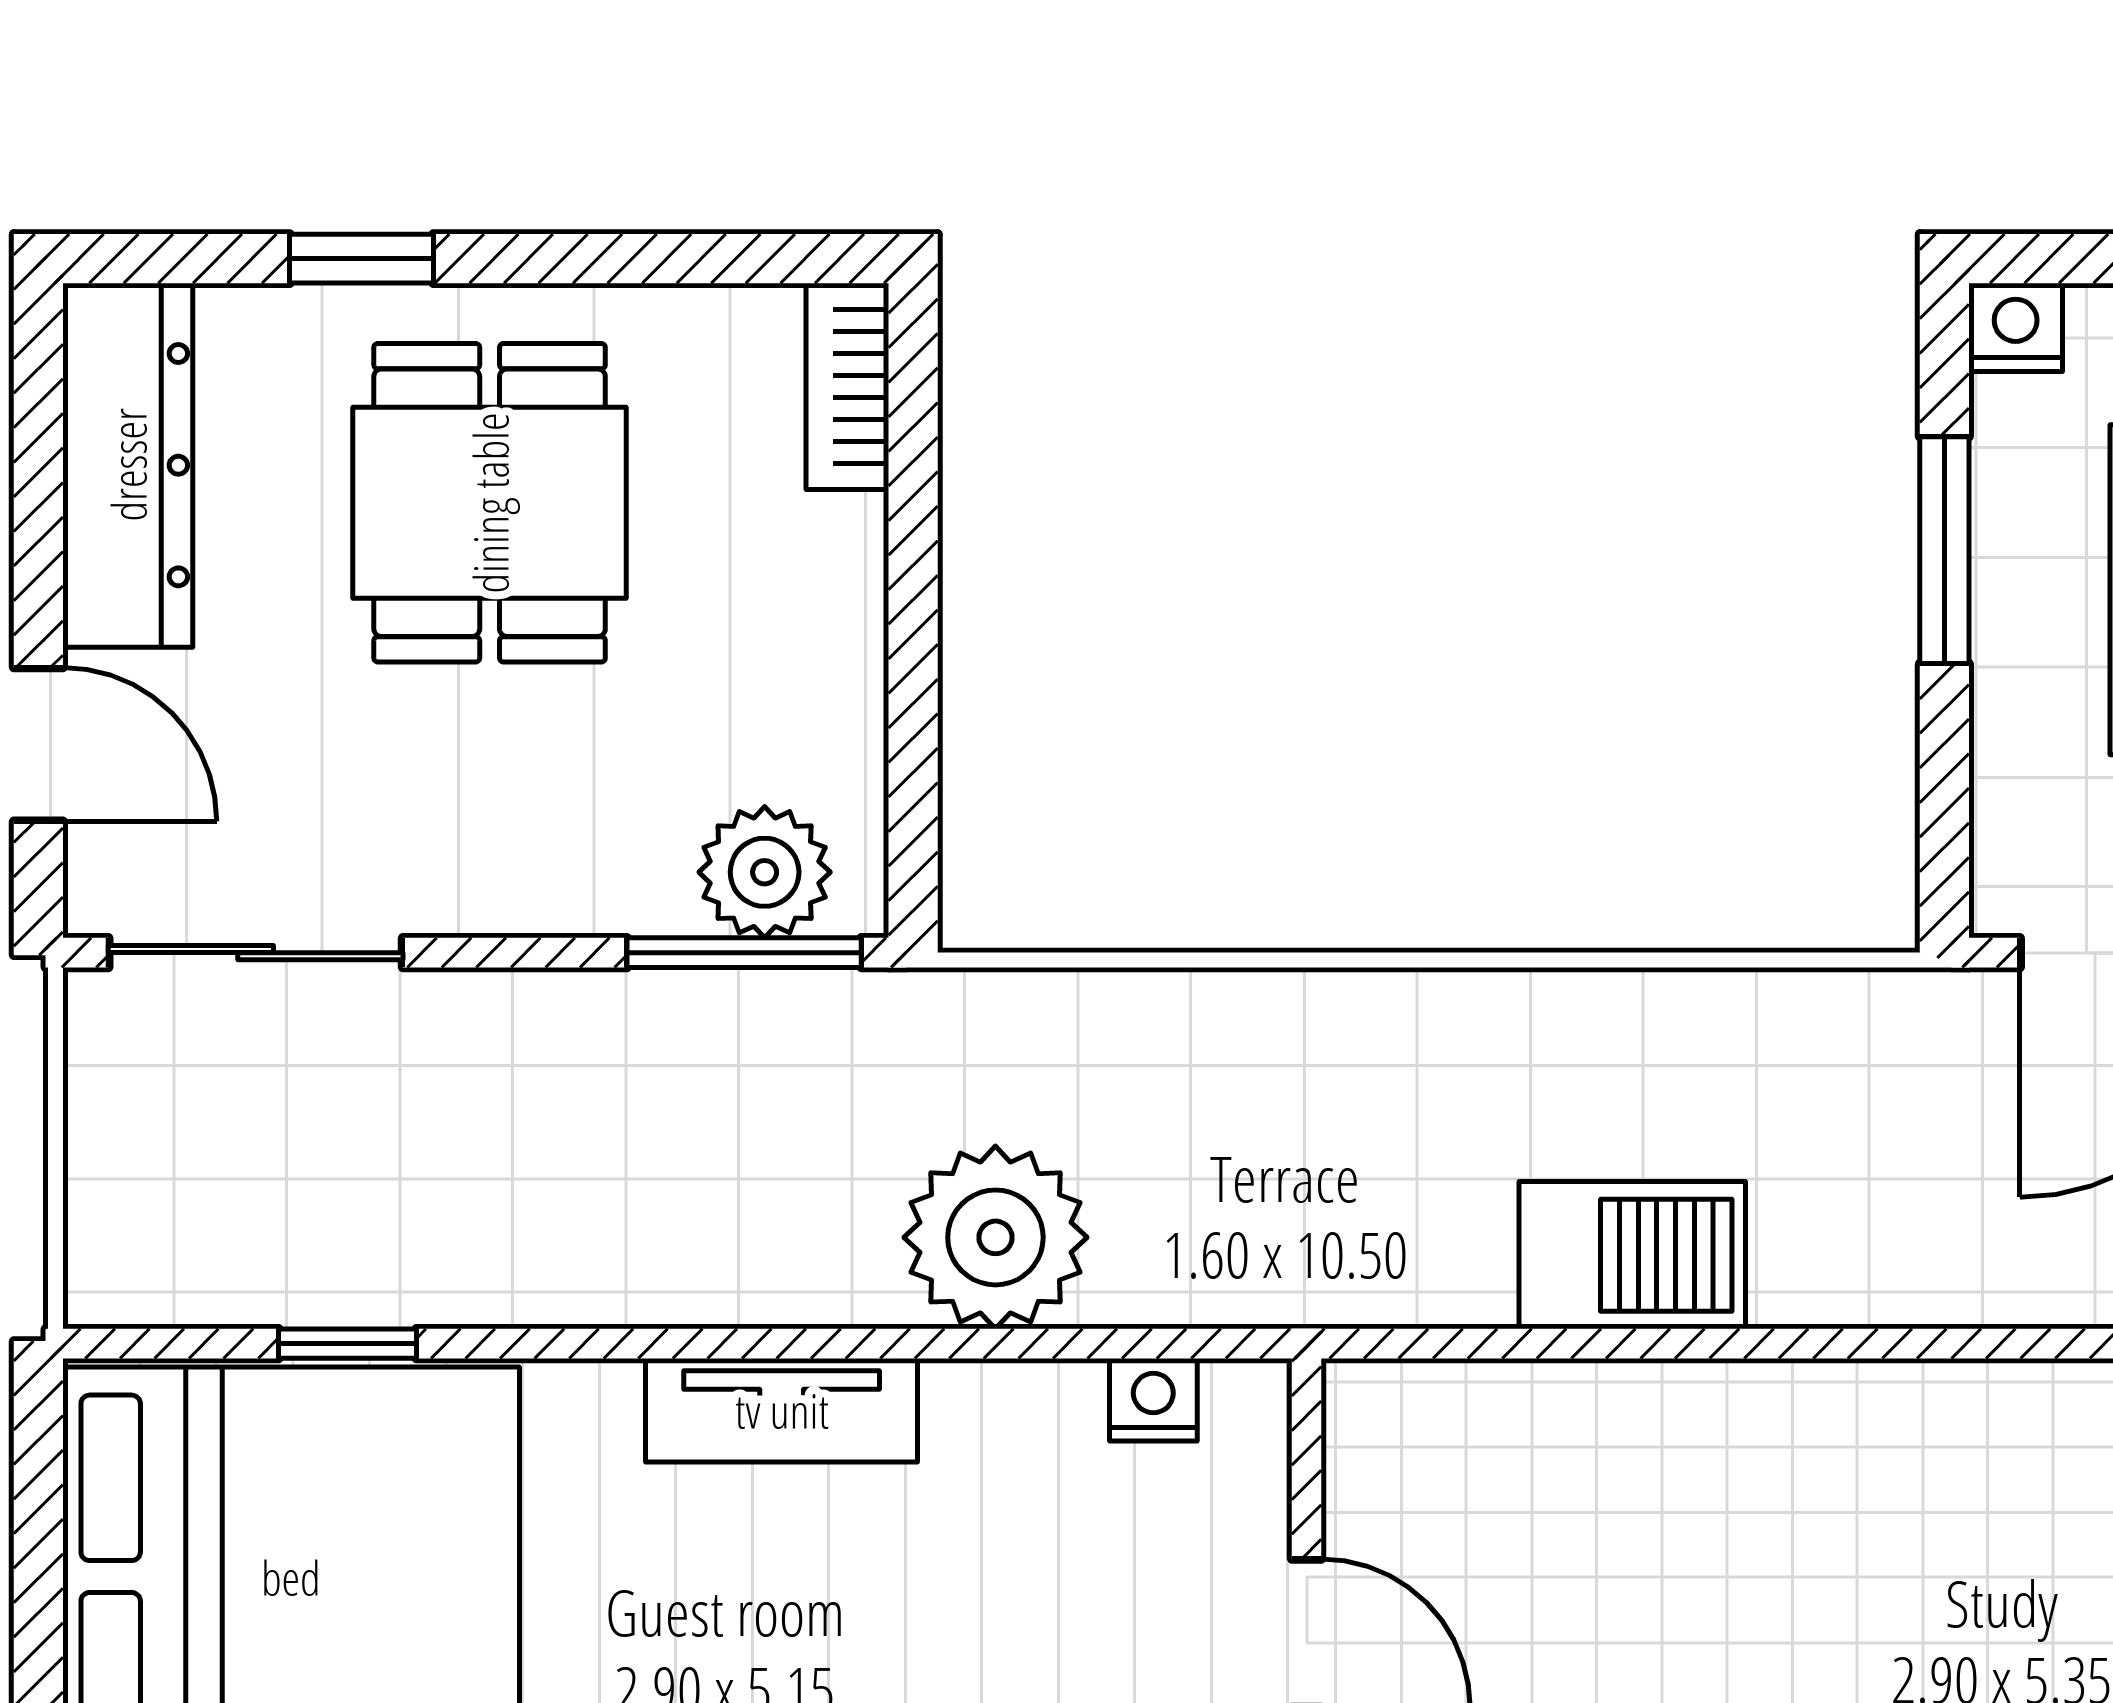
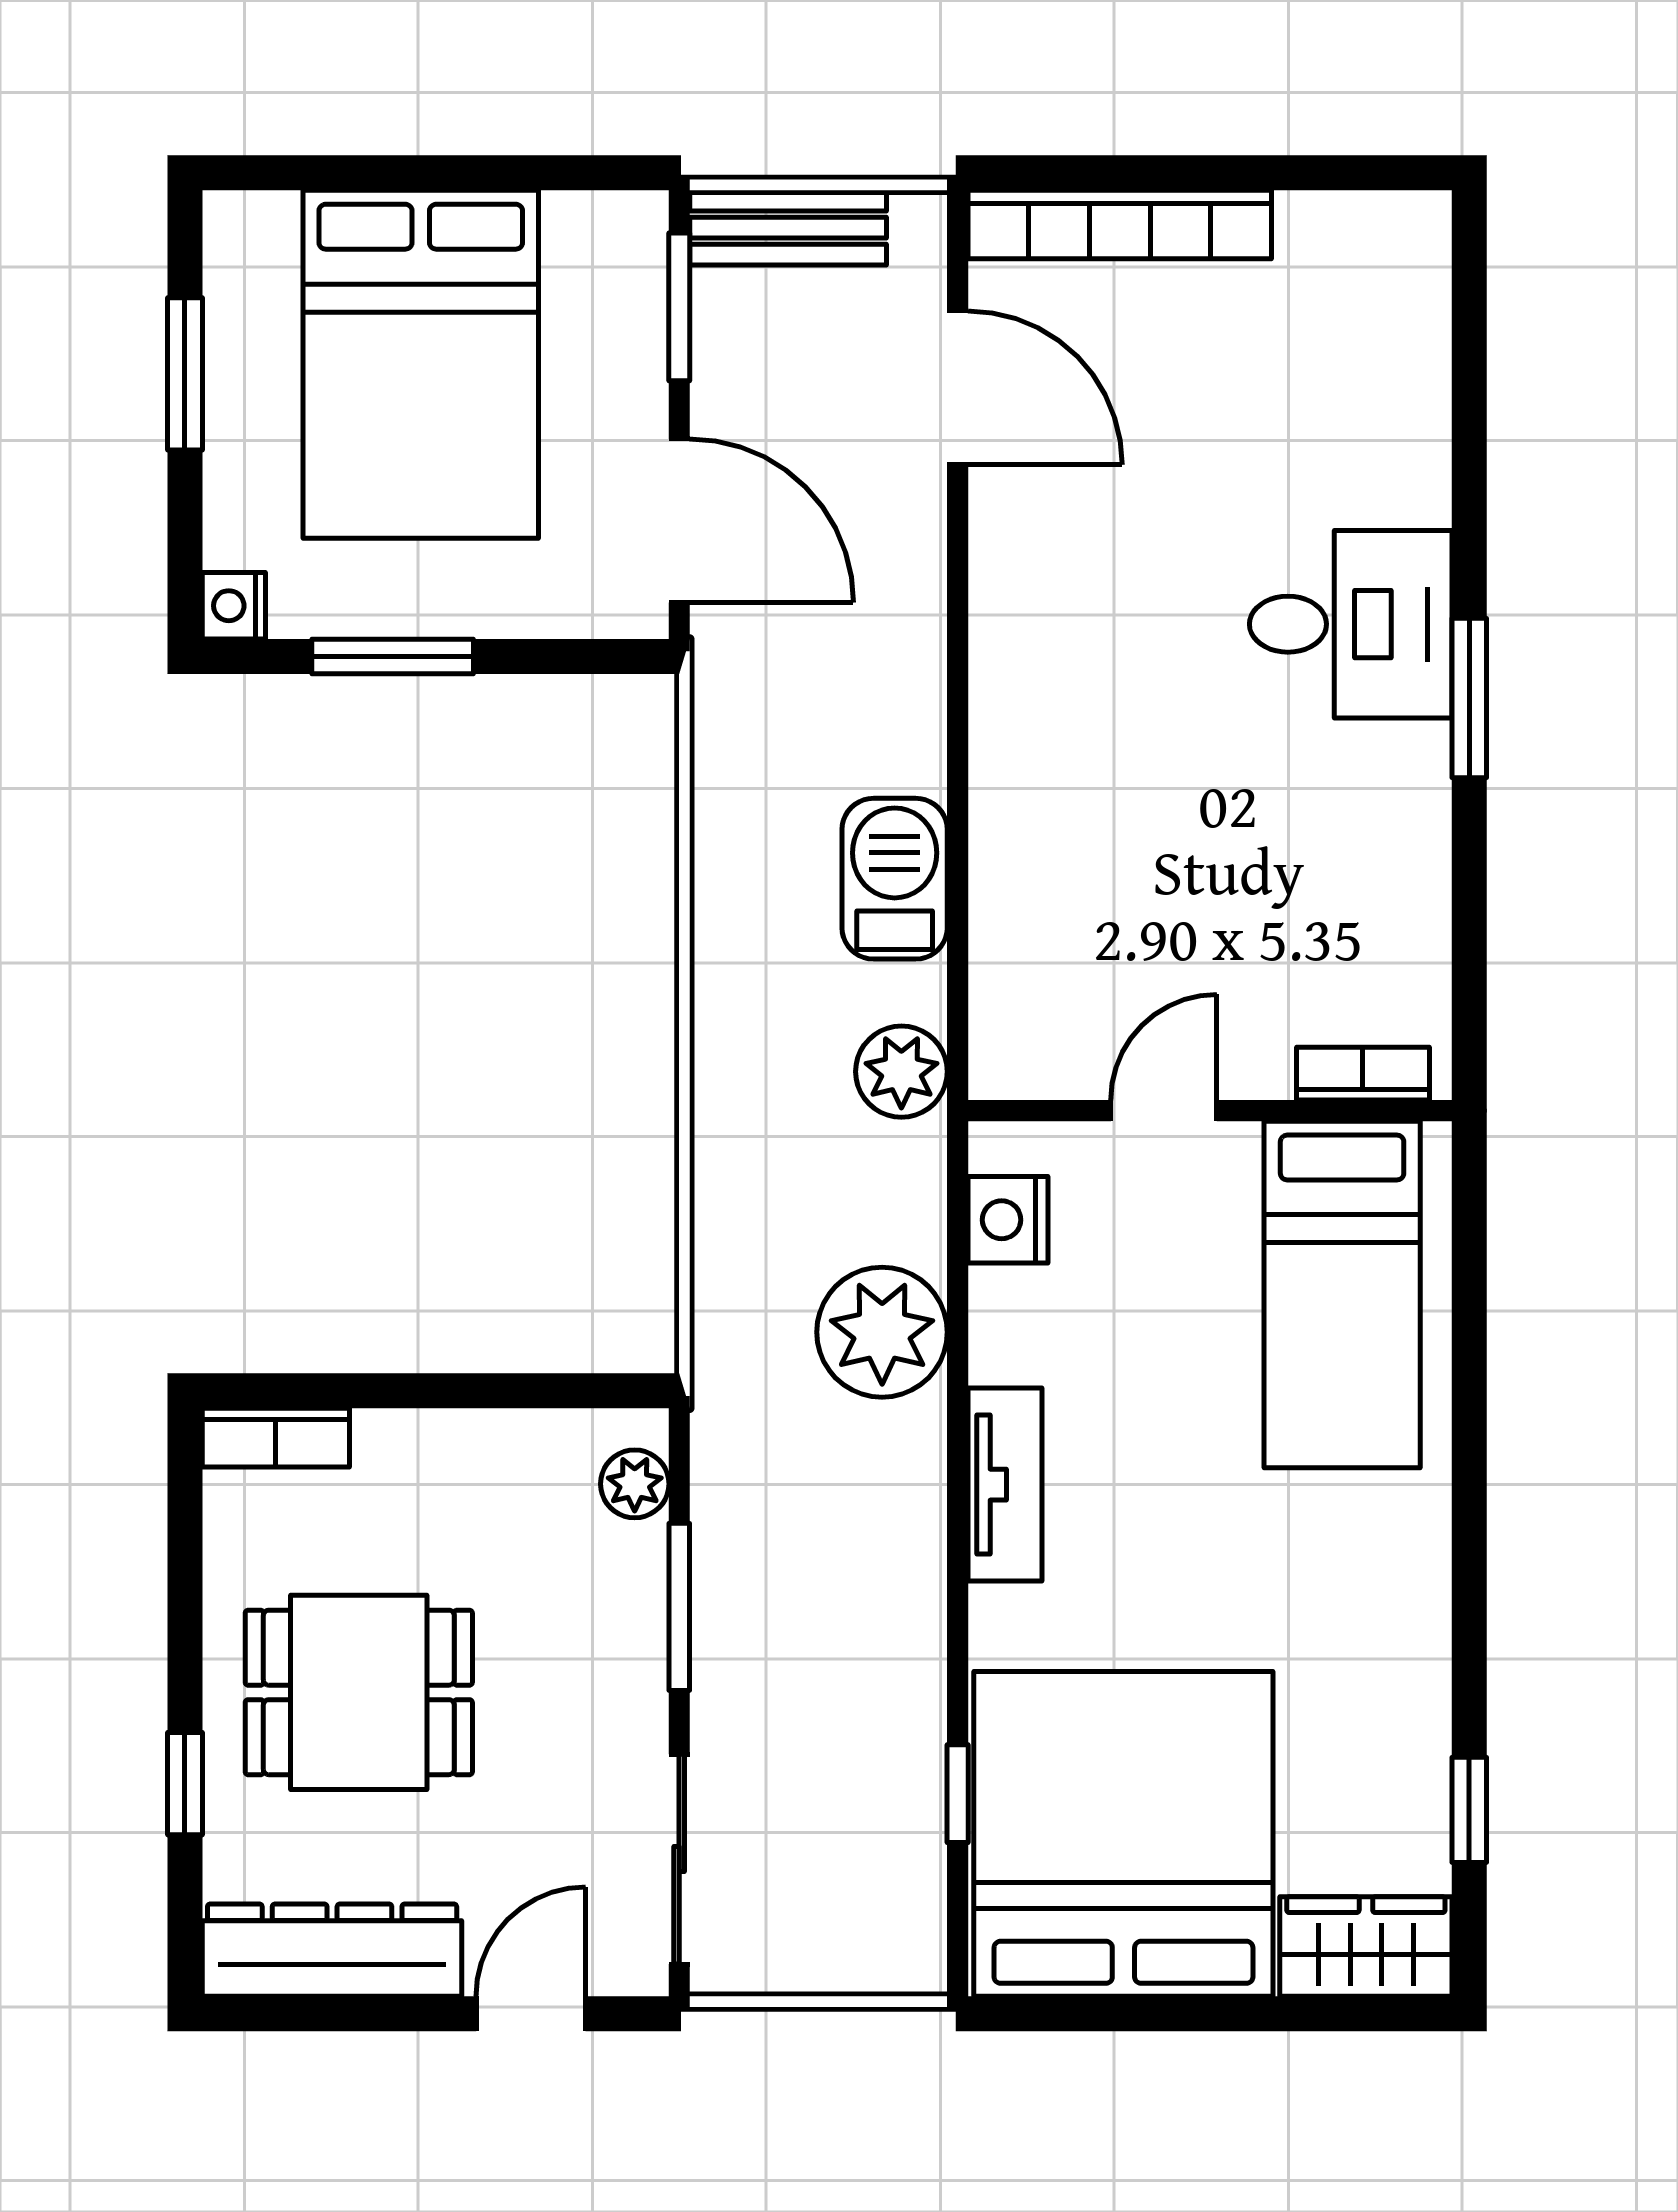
plant: (765, 872) -> (635, 1484), width x0.73, depth x0.73
window: (744, 953) -> (679, 1607), moved
plant: (1361, 1265) -> (901, 1072), added
nightstand: (1153, 1400) -> (1008, 1220), width x1.39, depth x1.35

